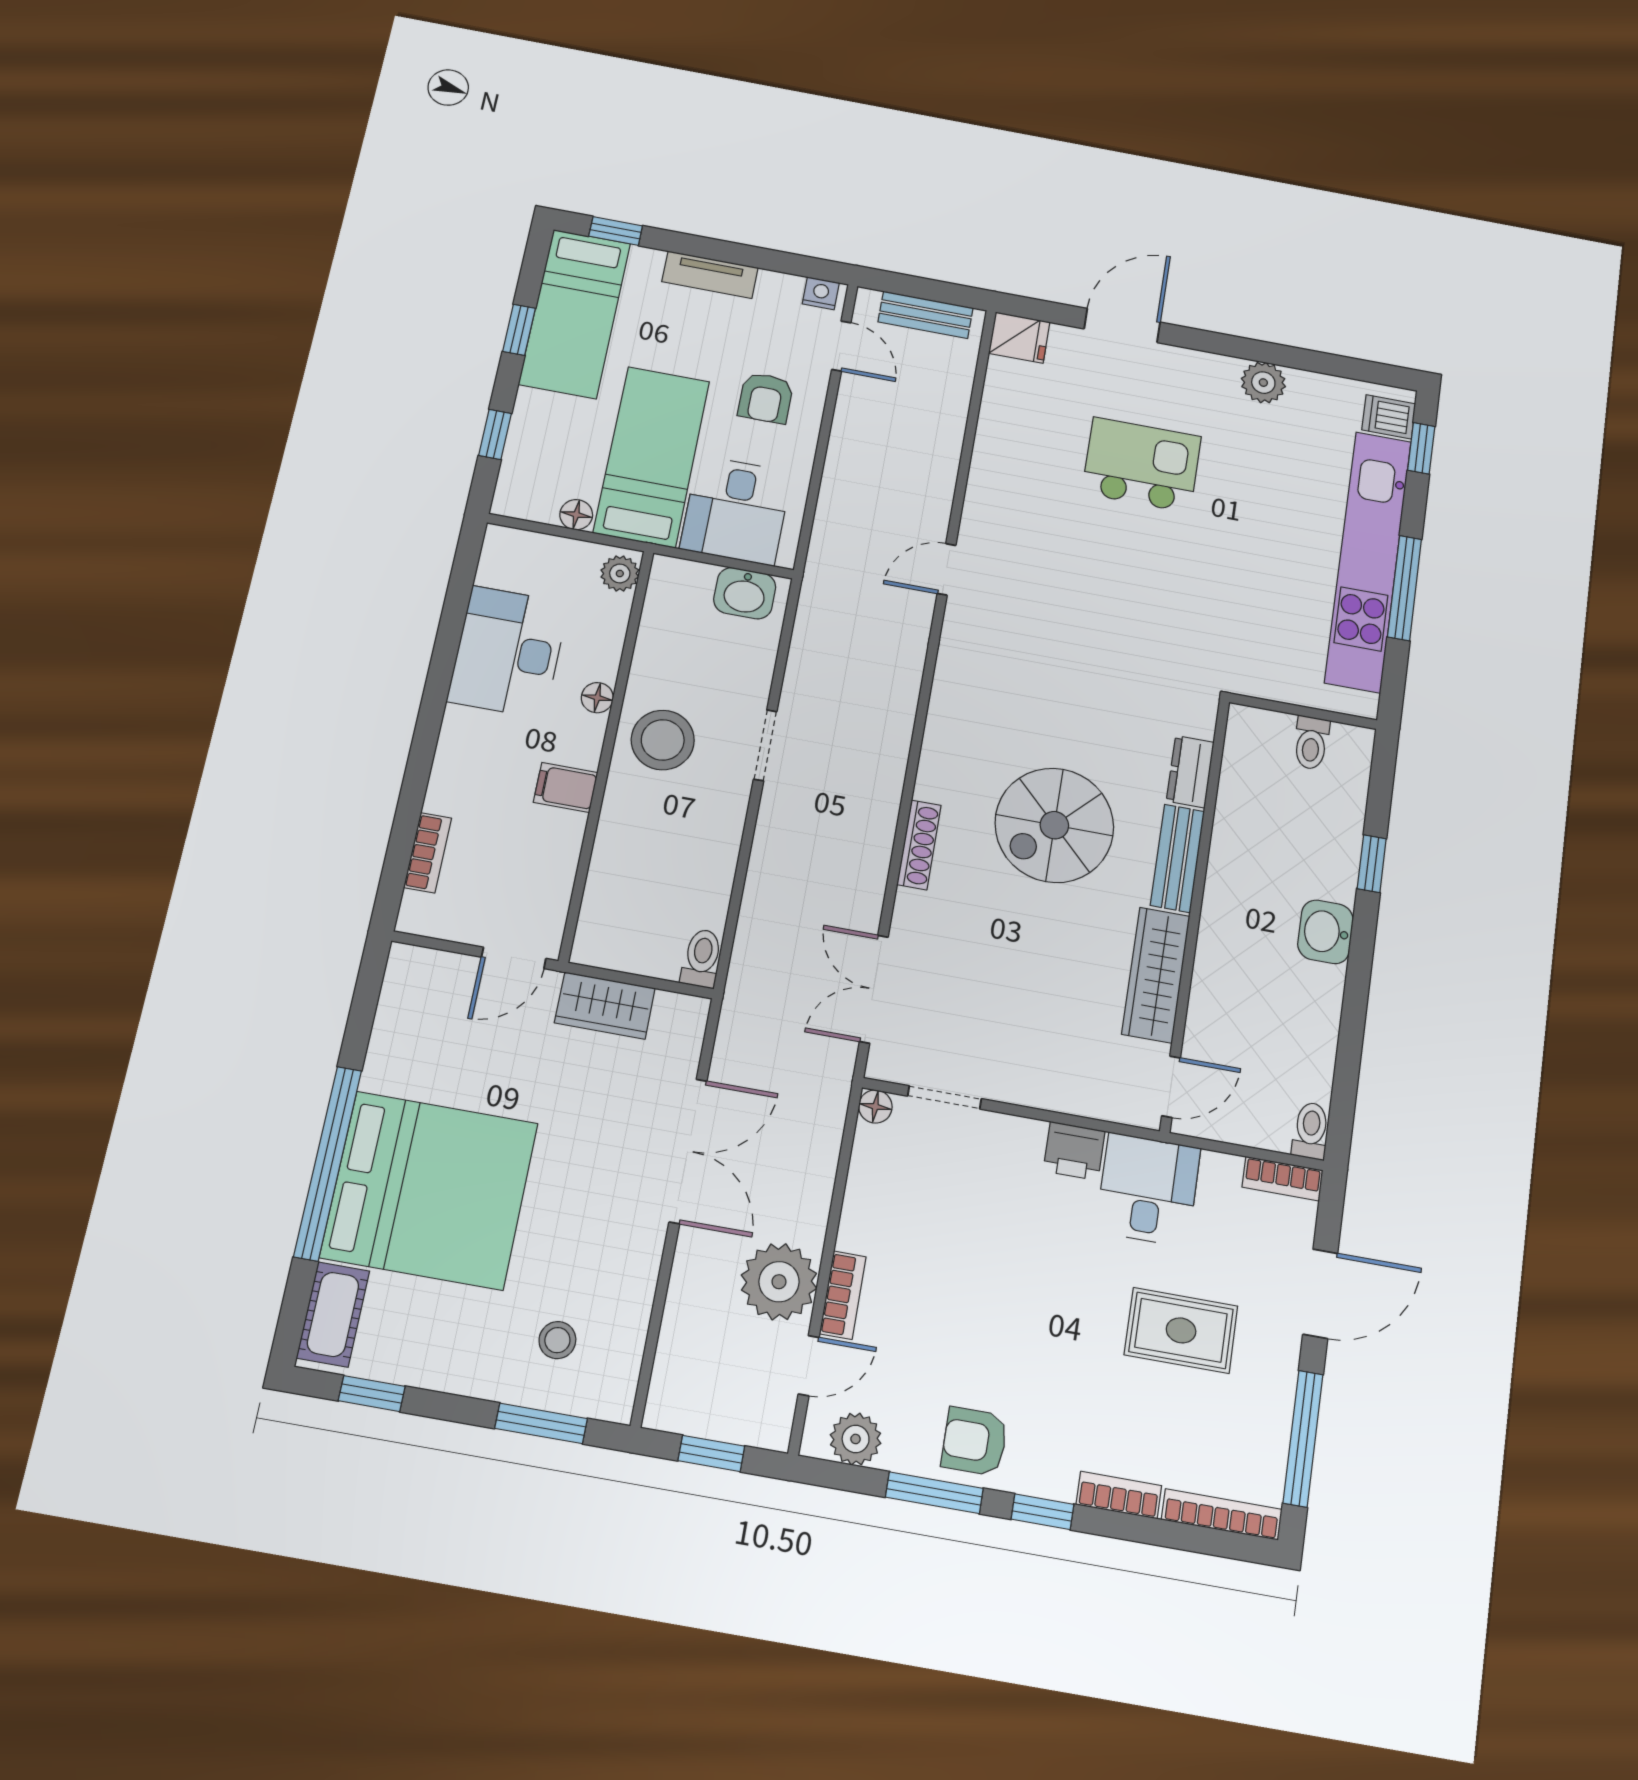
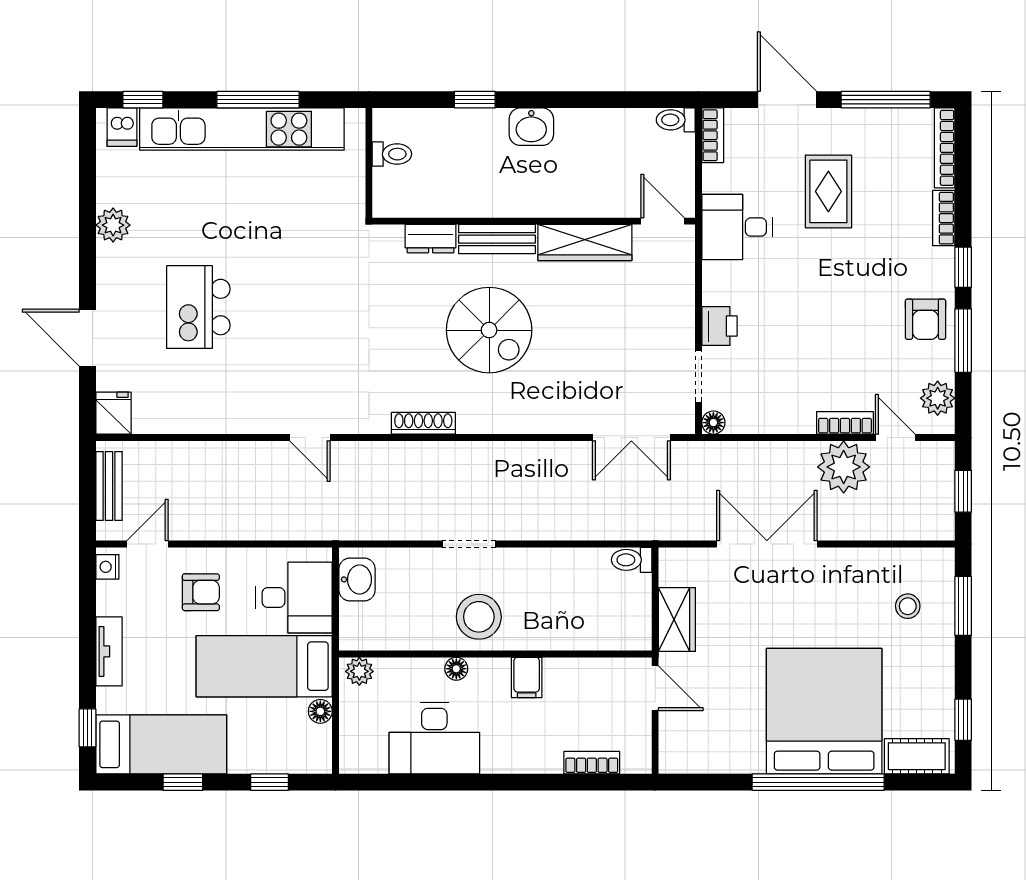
shoe rack: (919, 845) -> (423, 423), moved
printer: (1074, 1151) -> (719, 326), moved

